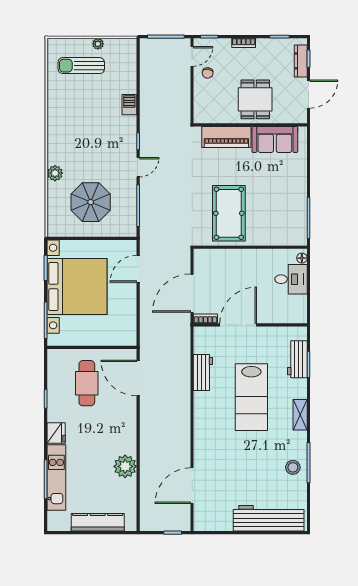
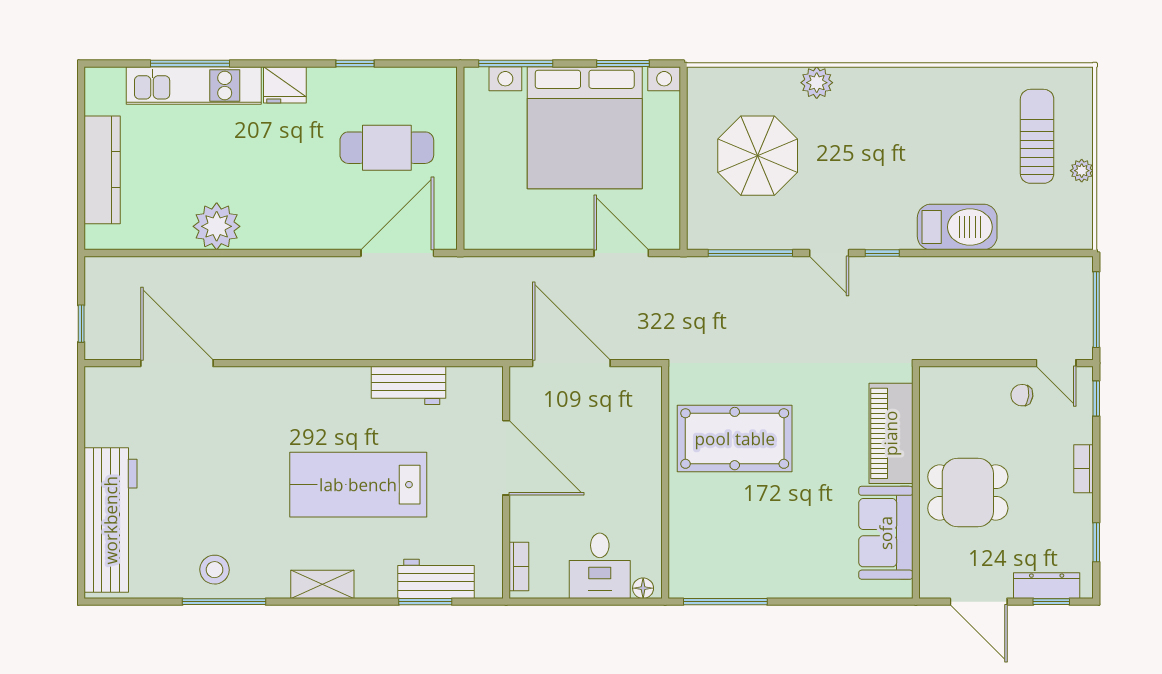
barbecue: (129, 105) -> (957, 227), width x1.88, depth x1.53
bookcase: (205, 319) -> (519, 566), moved

